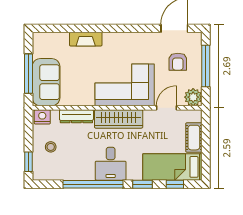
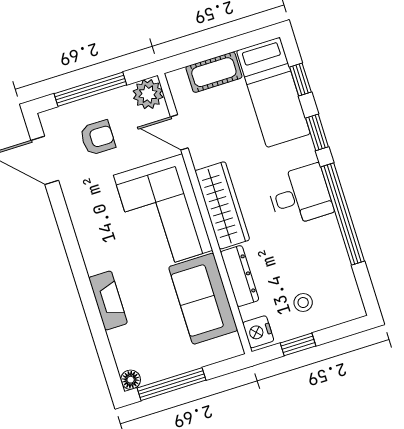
floor lamp: (38, 38) -> (131, 380), added
window: (28, 74) -> (171, 384), moved
sofa: (46, 82) -> (203, 299), moved, turned -90
window: (28, 162) -> (298, 344), moved

